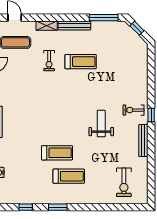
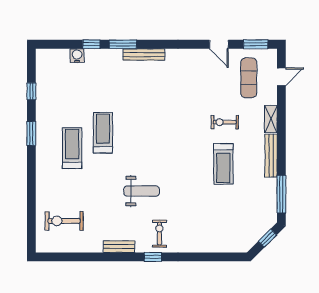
bench: (143, 141) -> (119, 247), width x0.73
treadmill: (57, 153) -> (103, 133), turned 180
treadmill: (69, 176) -> (72, 148), turned 180

